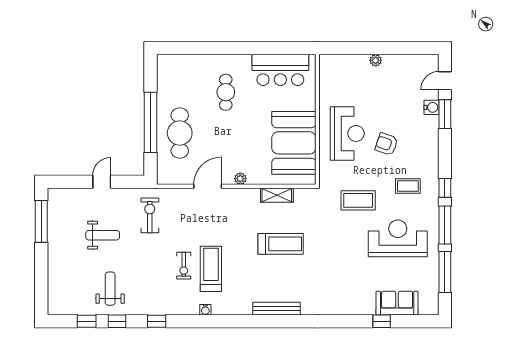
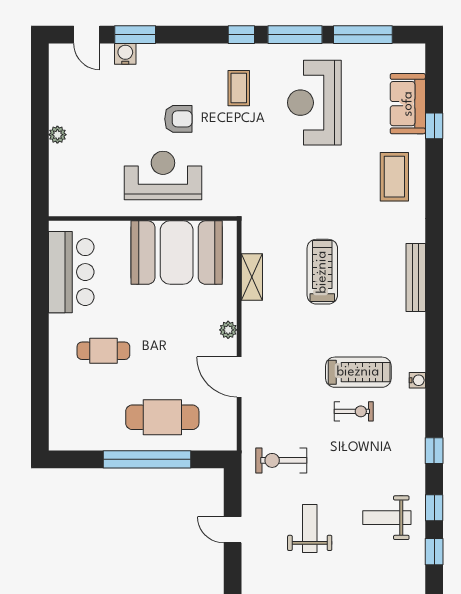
armchair: (386, 144) -> (178, 119), turned -109
coffee table: (358, 200) -> (394, 177), moved
treadmill: (211, 269) -> (358, 372), turned 180

